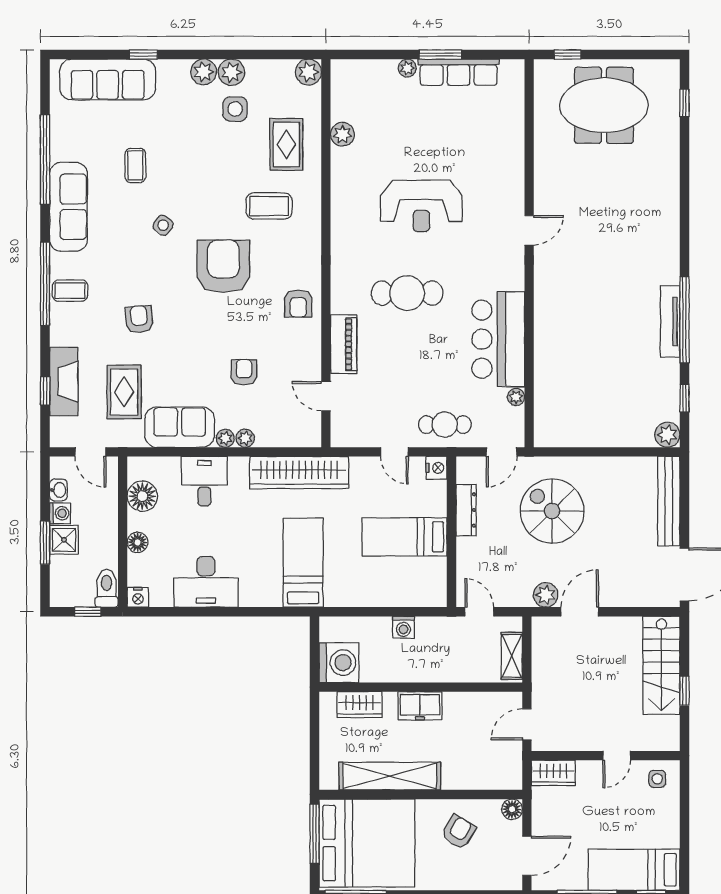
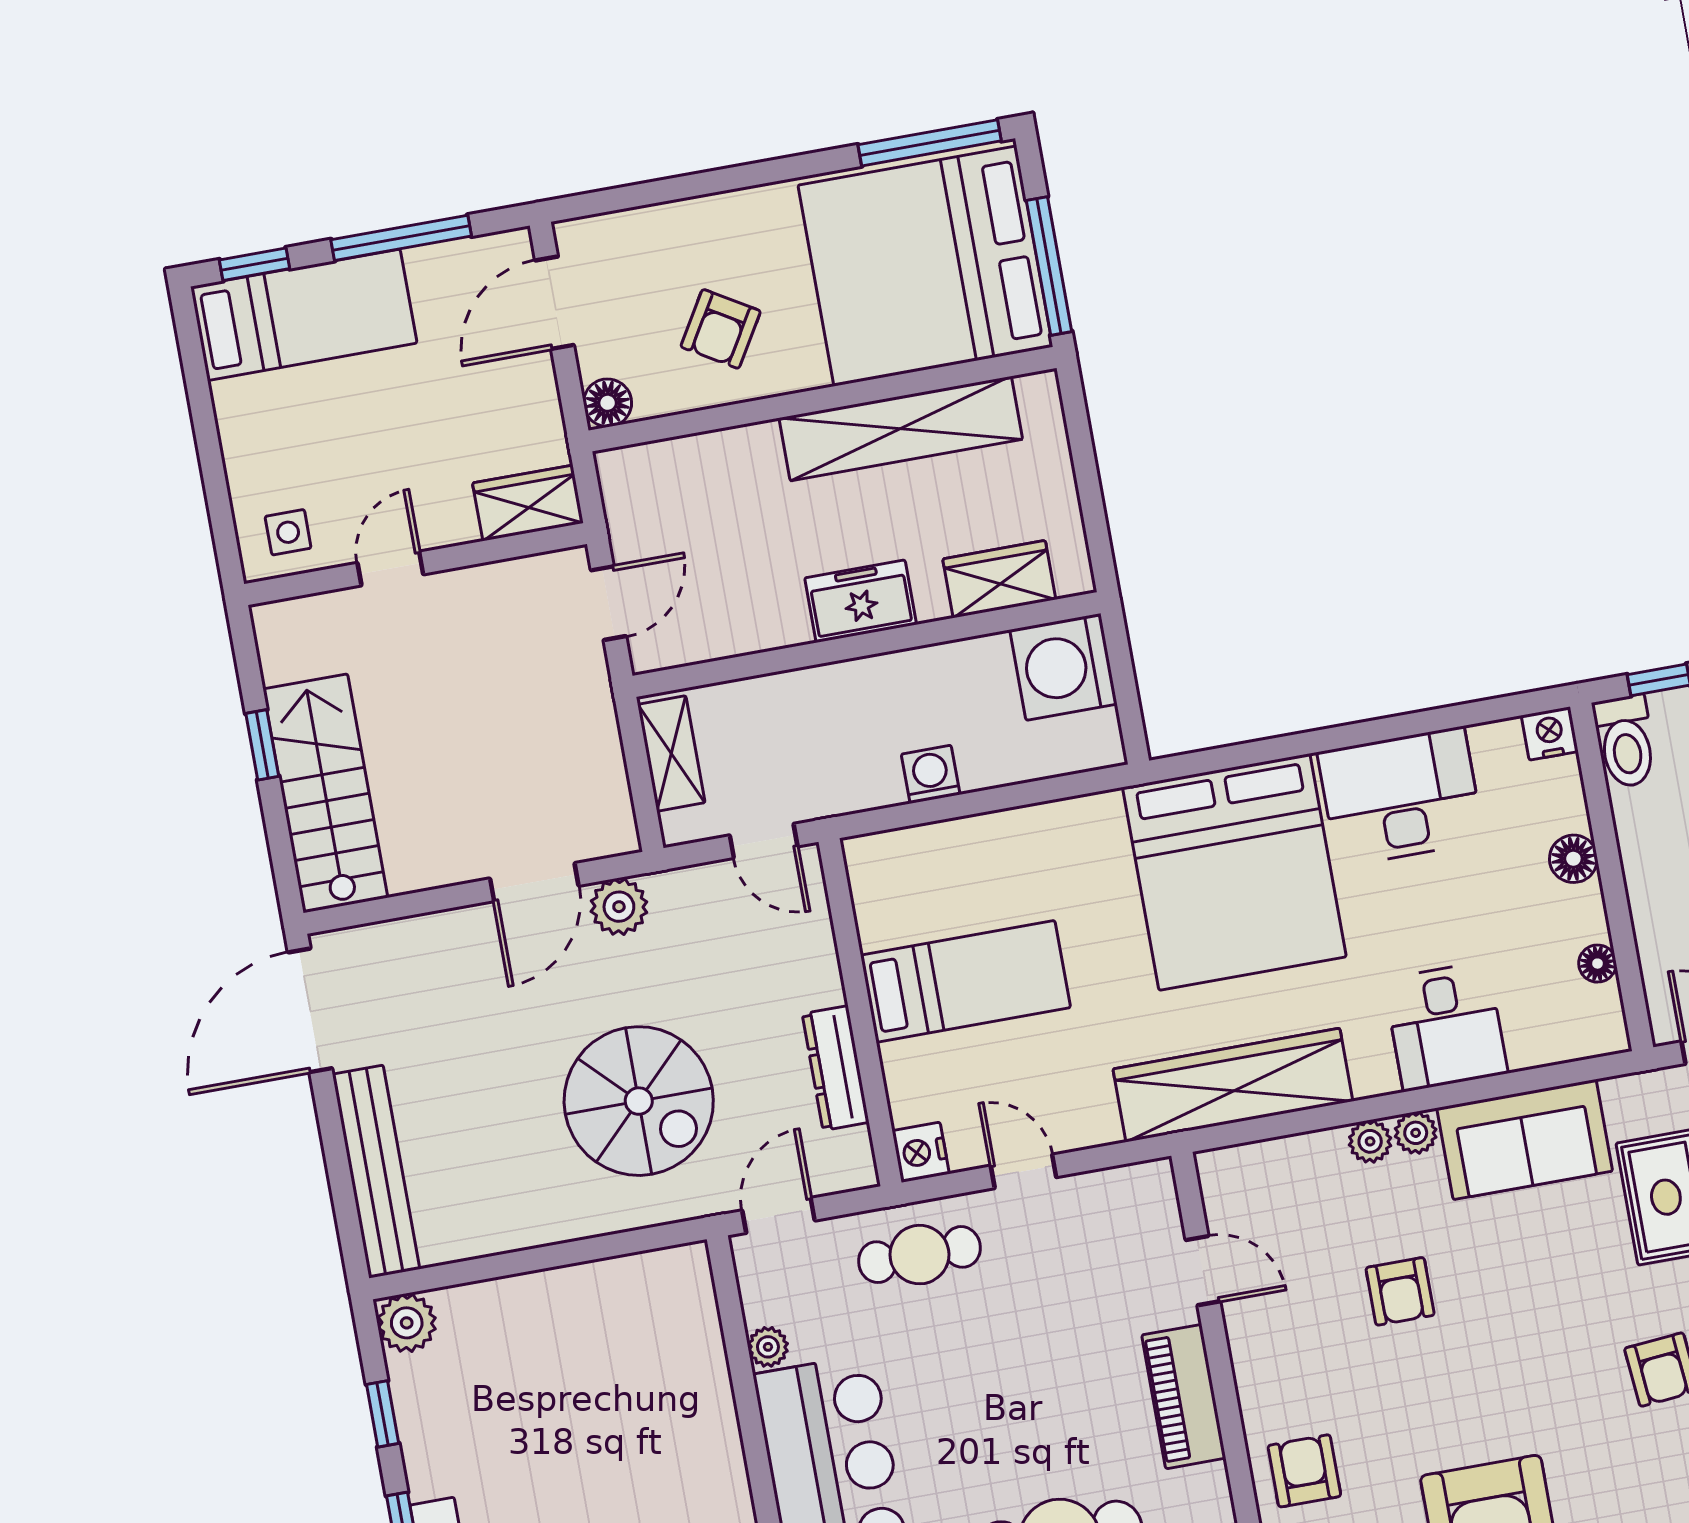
floor lamp: (142, 496) -> (1598, 964), width x0.53, depth x0.53
bed: (303, 563) -> (1234, 872), width x2.04

